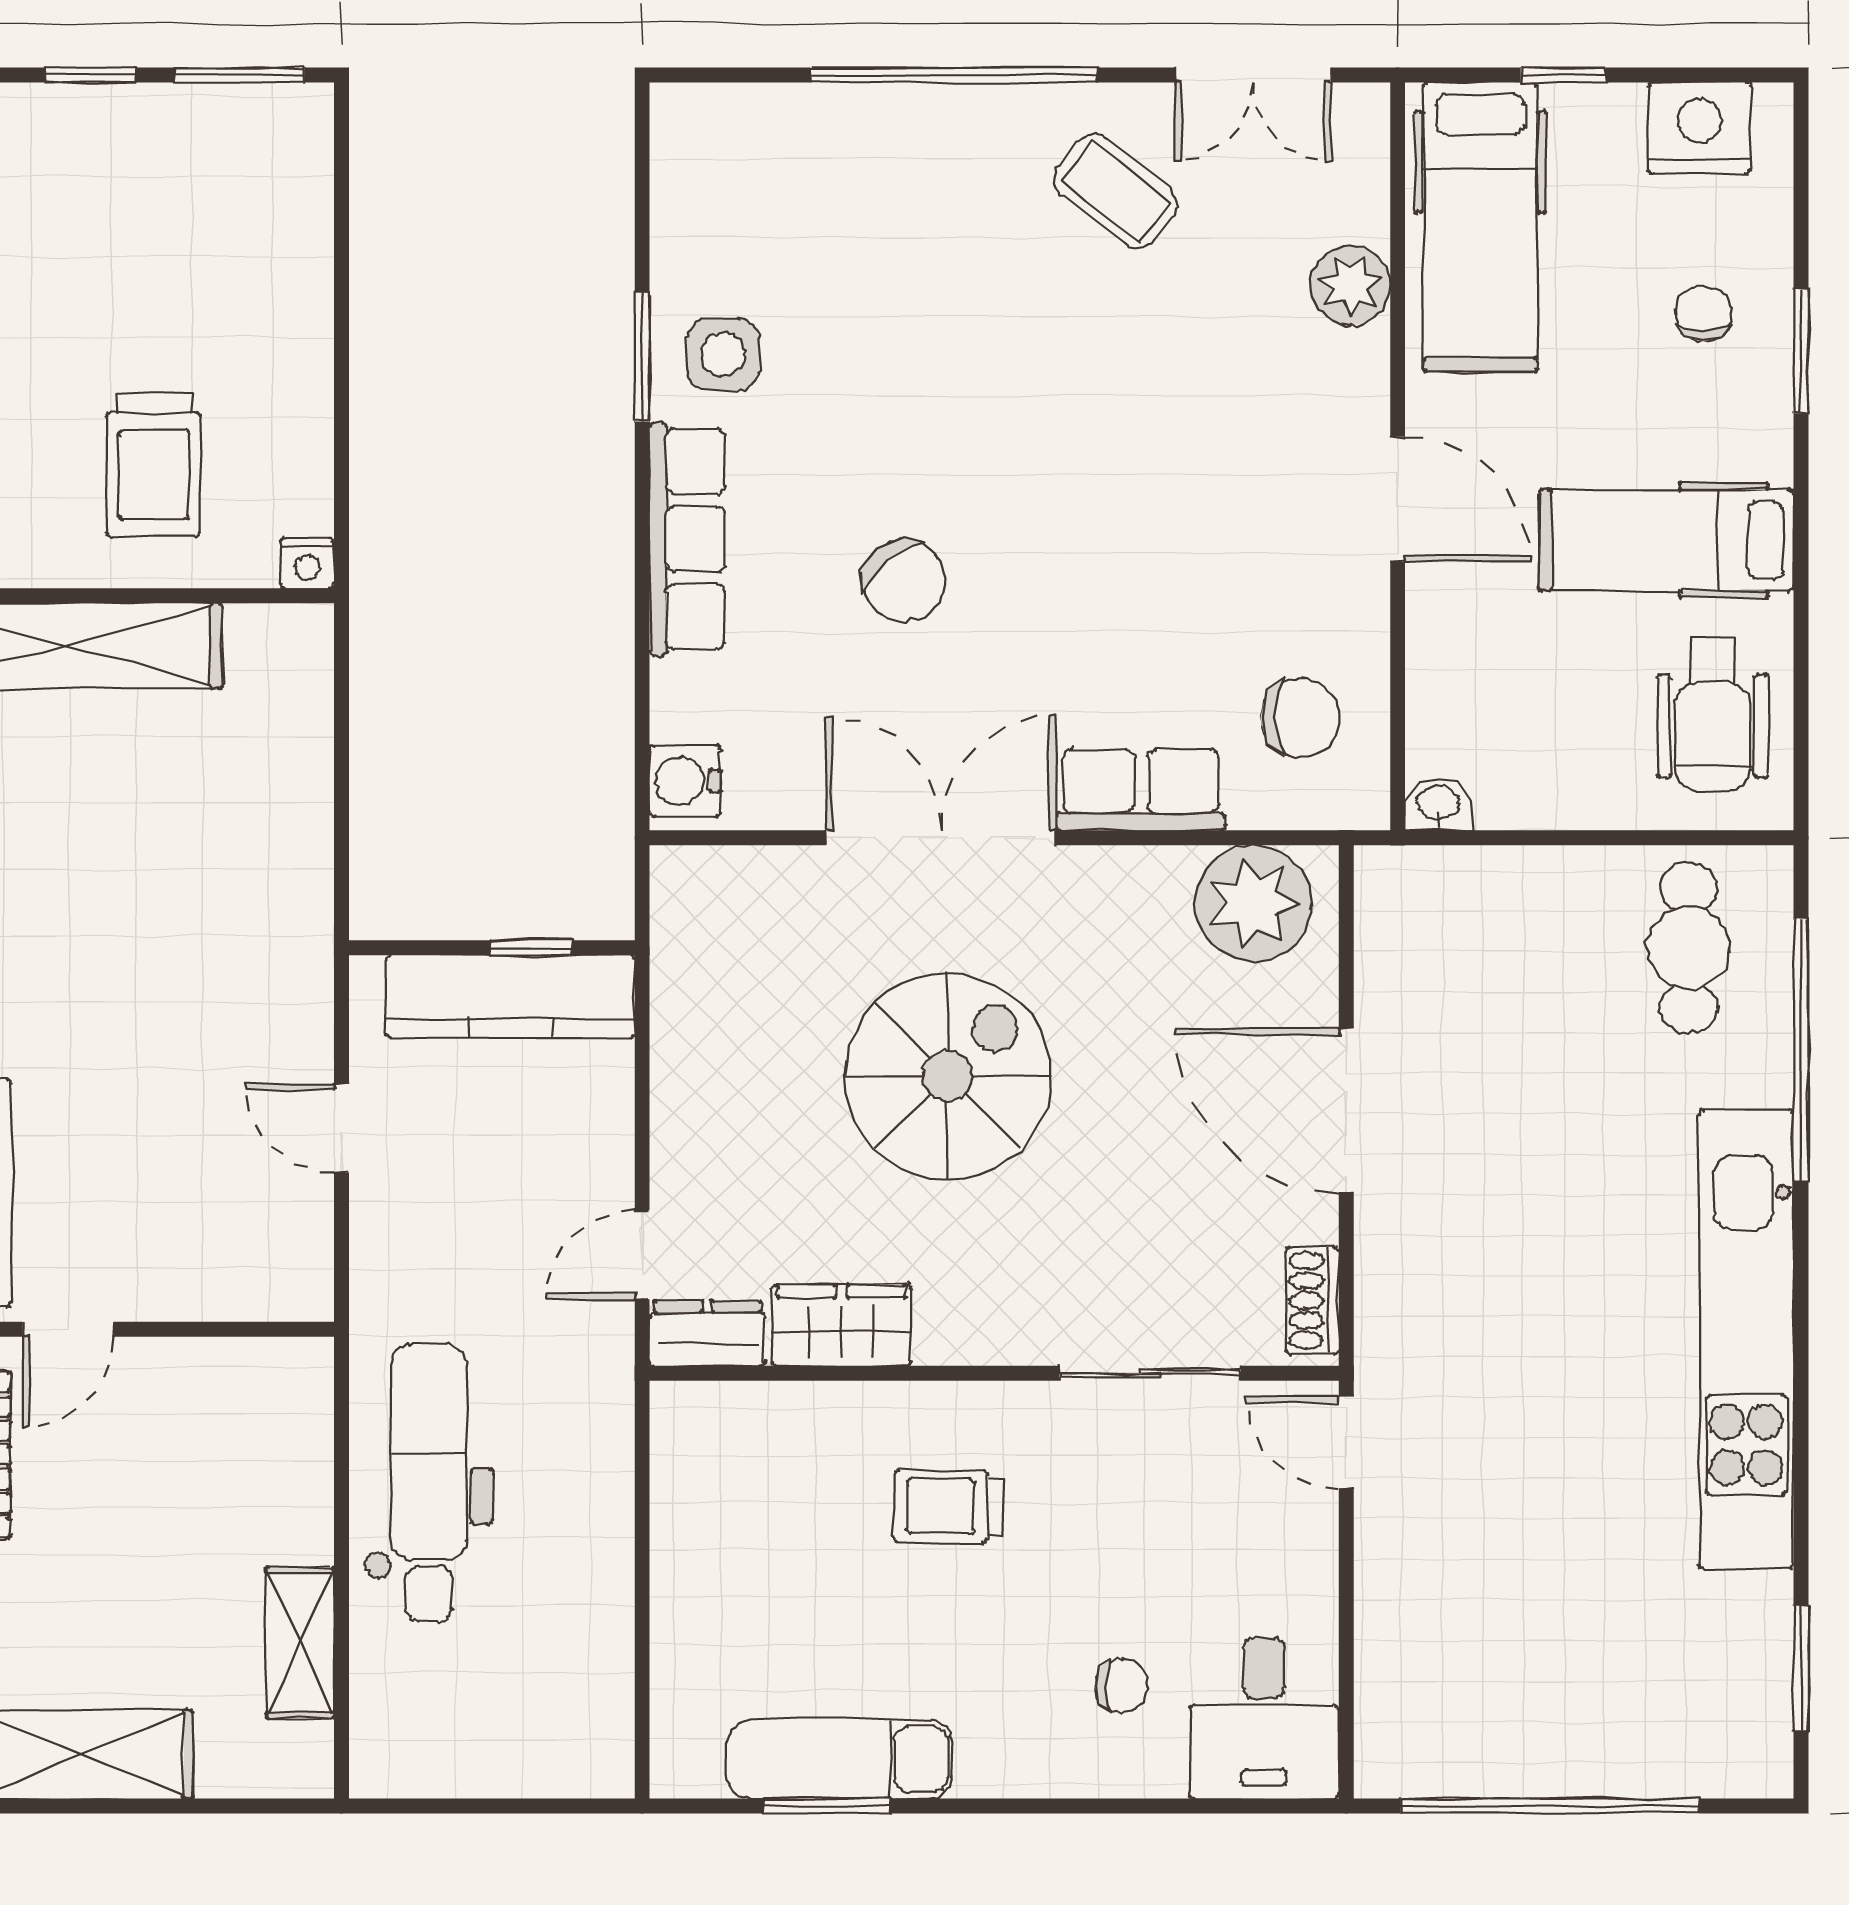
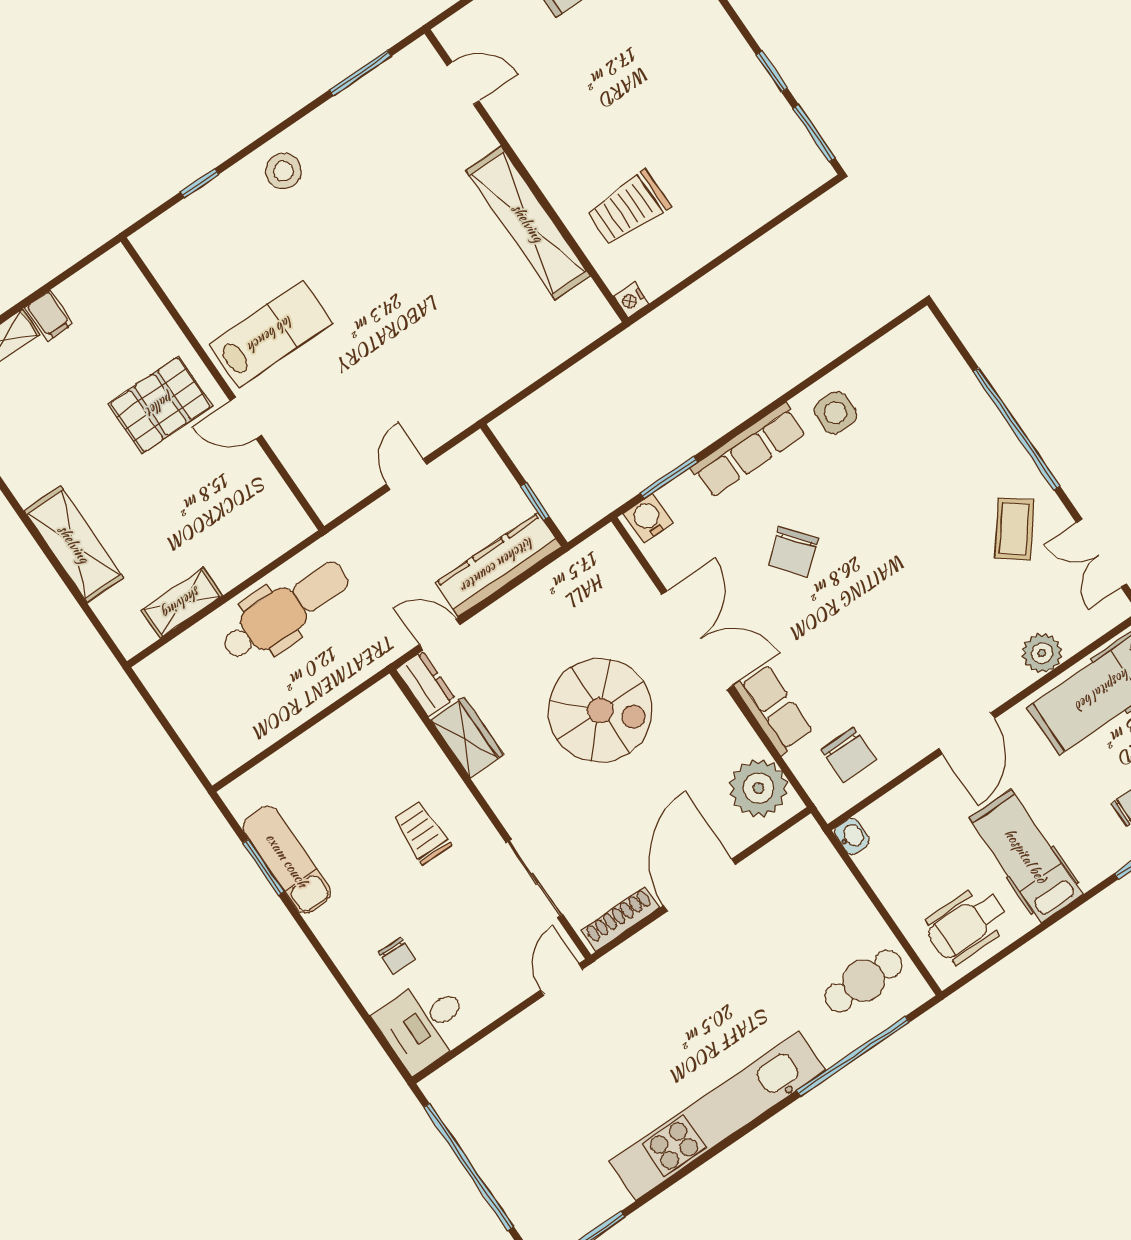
window: (642, 357) -> (669, 477), moved
kitchen counter: (511, 997) -> (498, 565), moved, turned 90
shoe rack: (1313, 1301) -> (620, 919), width x1.43

